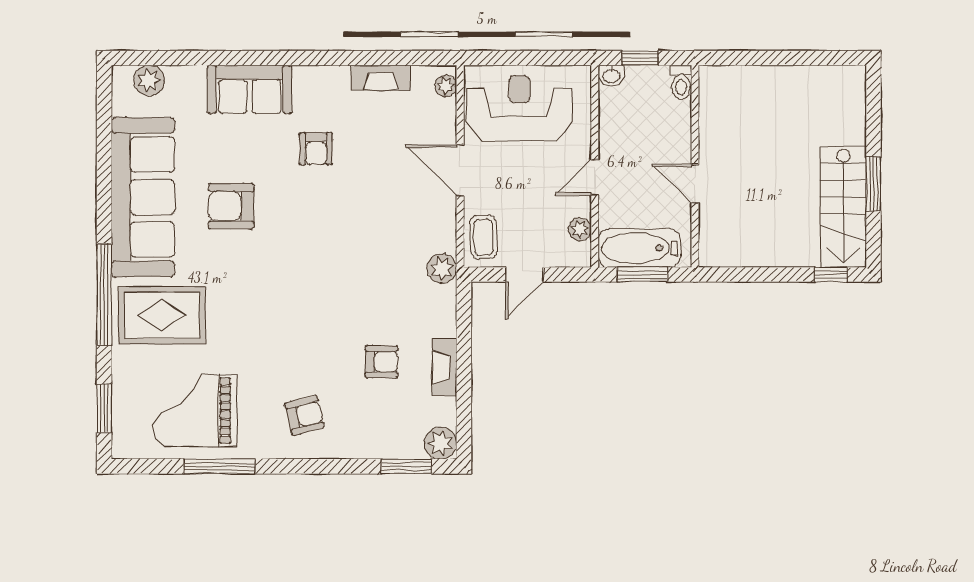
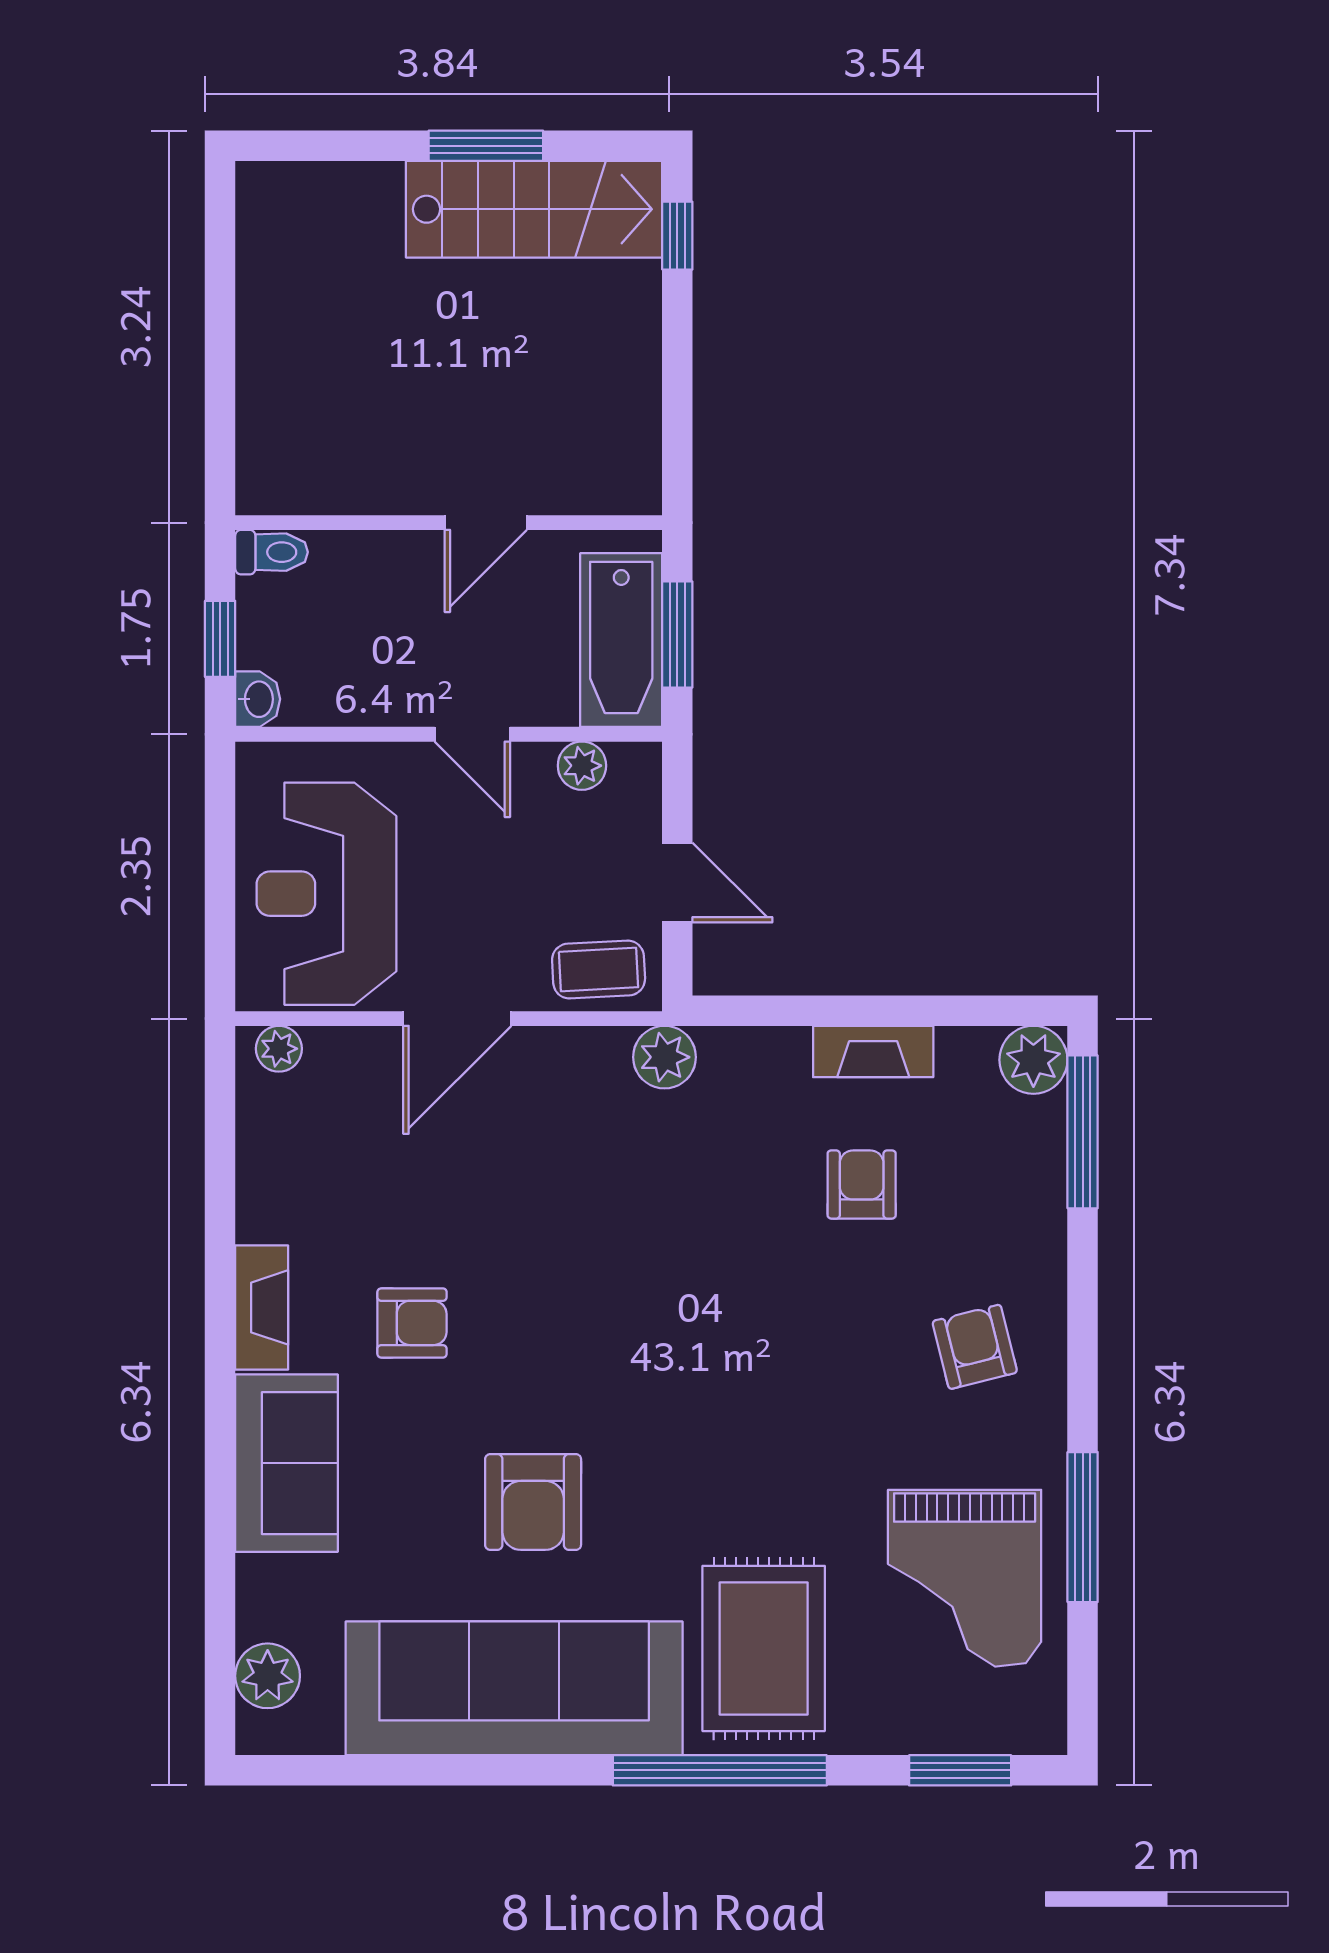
fireplace: (381, 78) -> (262, 1307), moved
window: (407, 466) -> (1083, 1132), width x1.44

